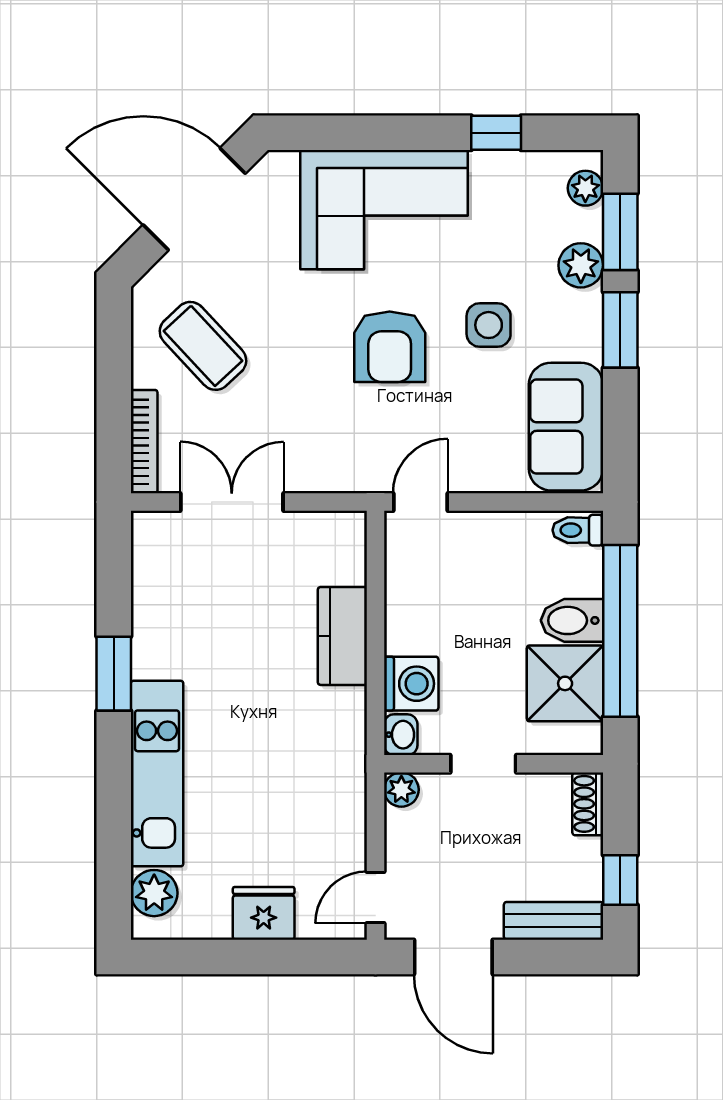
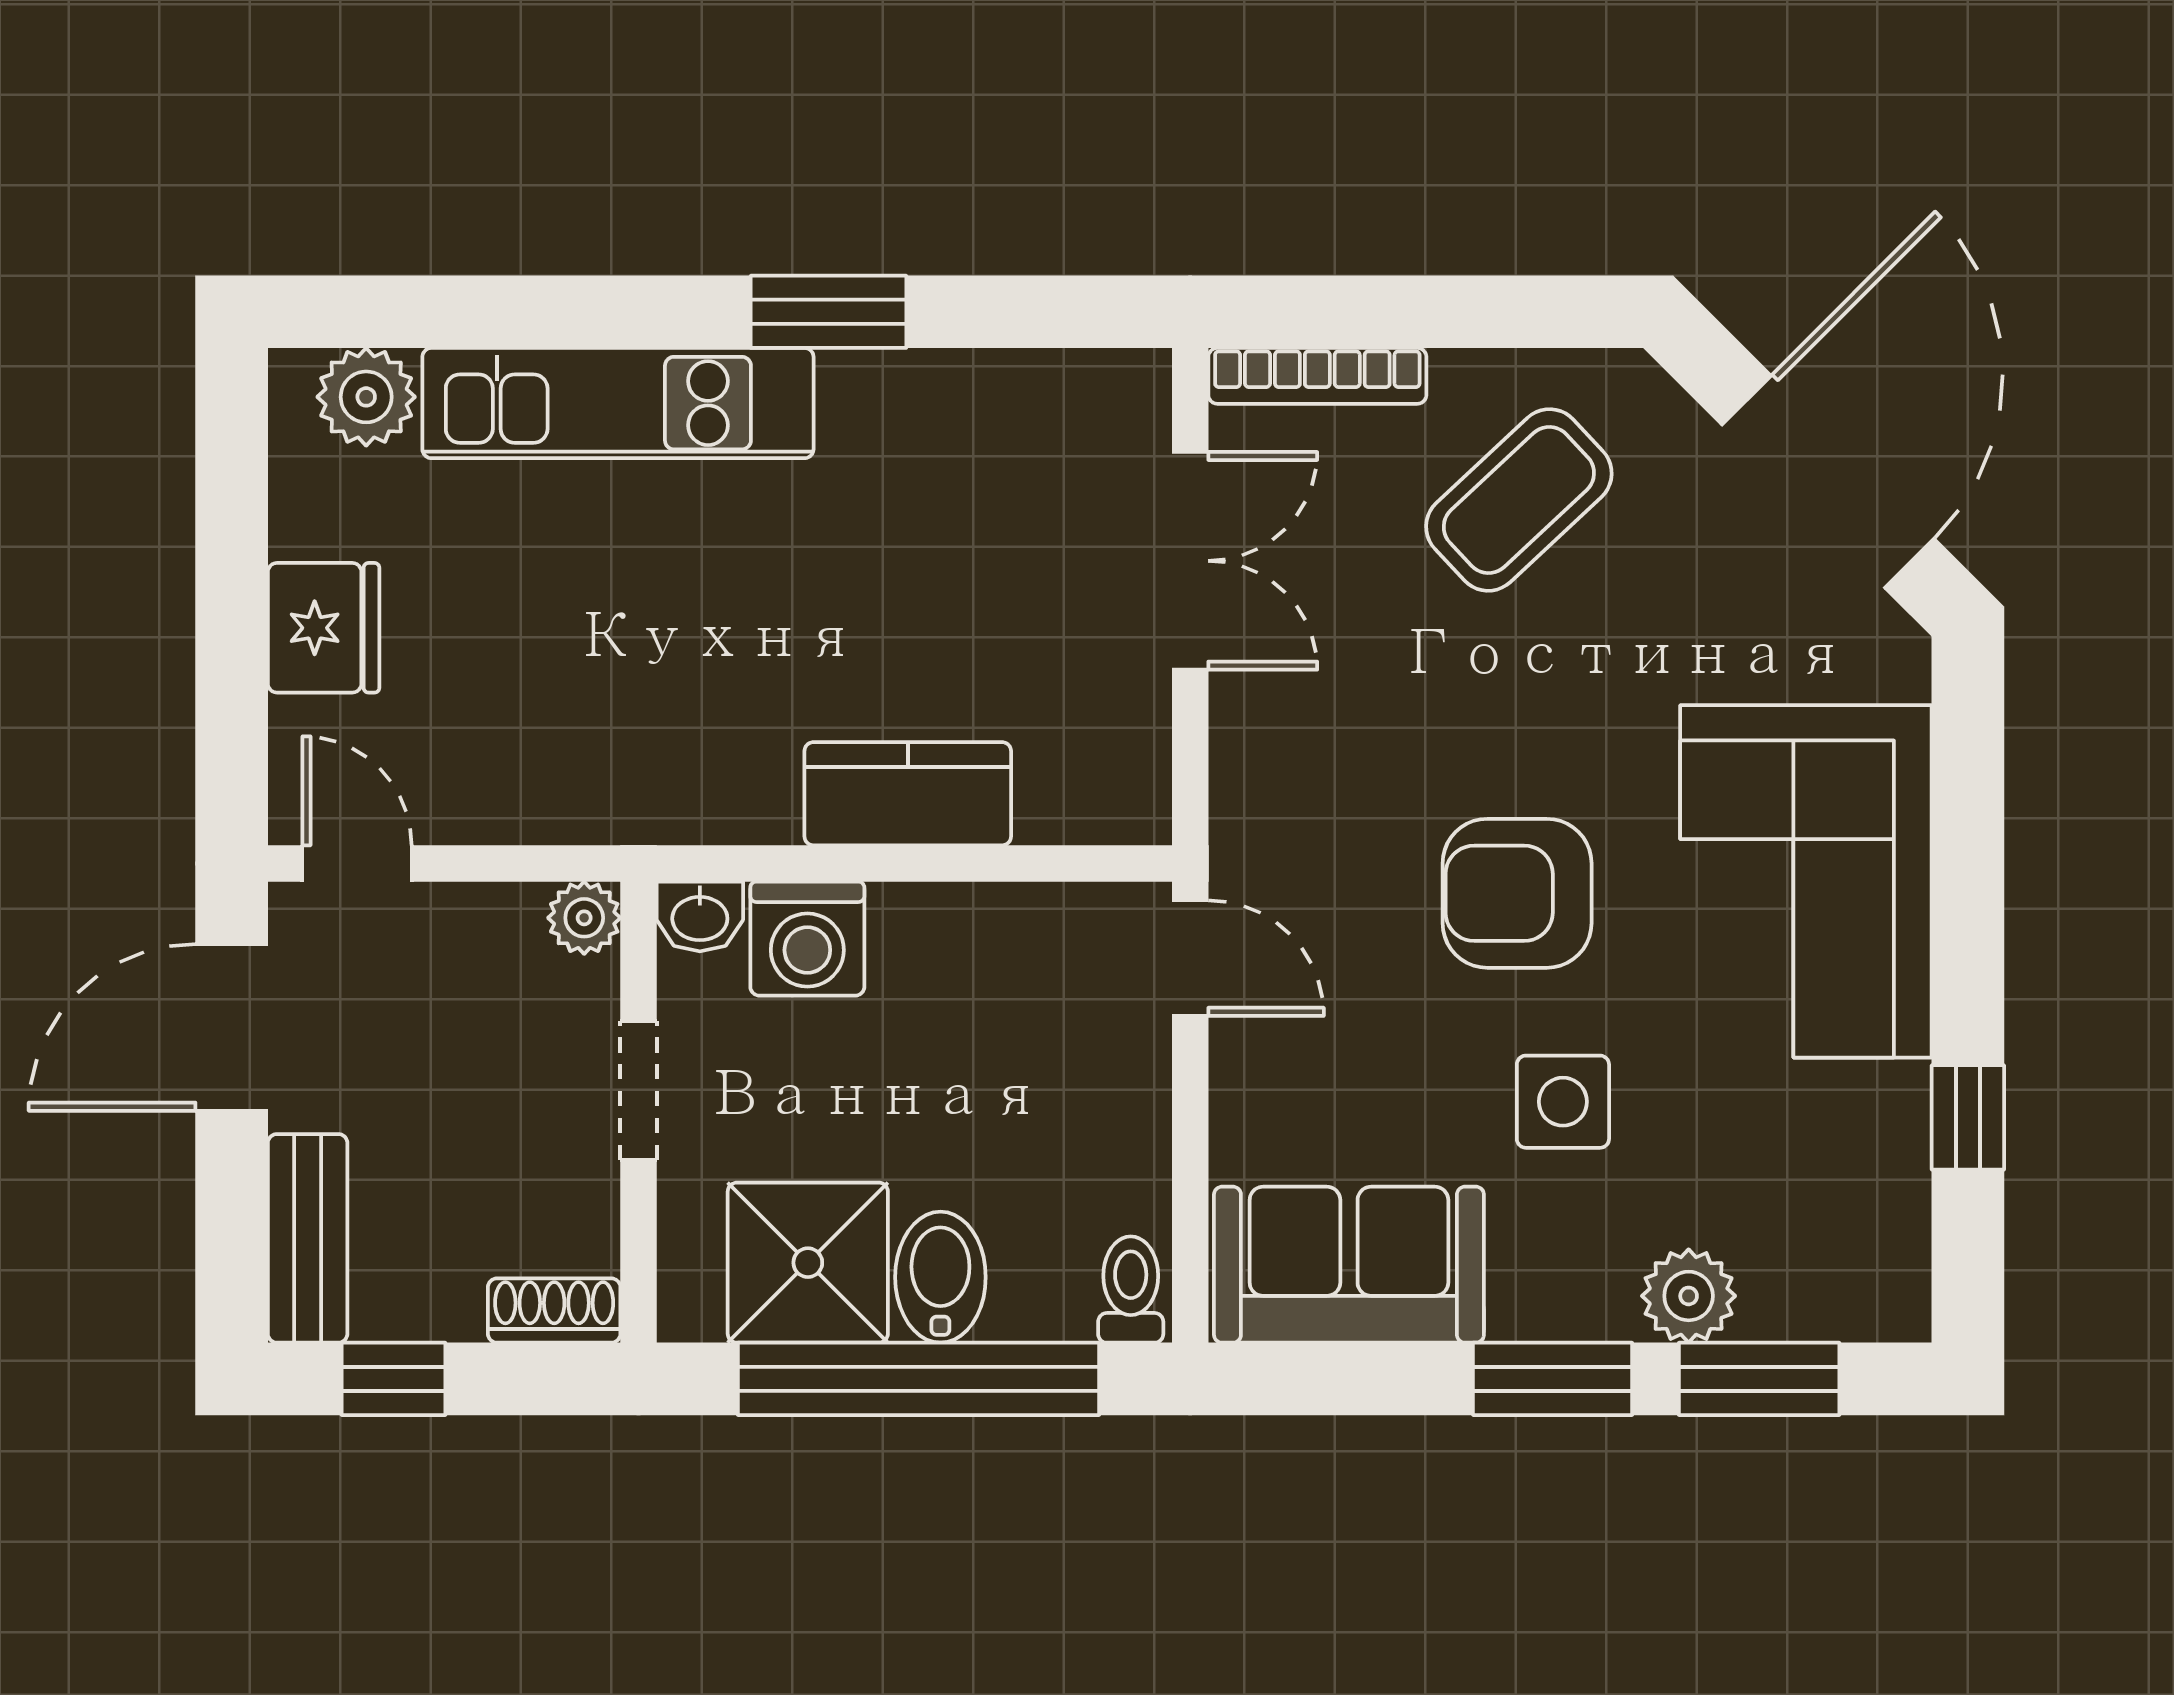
plant: (585, 188) -> (1851, 1306), removed

